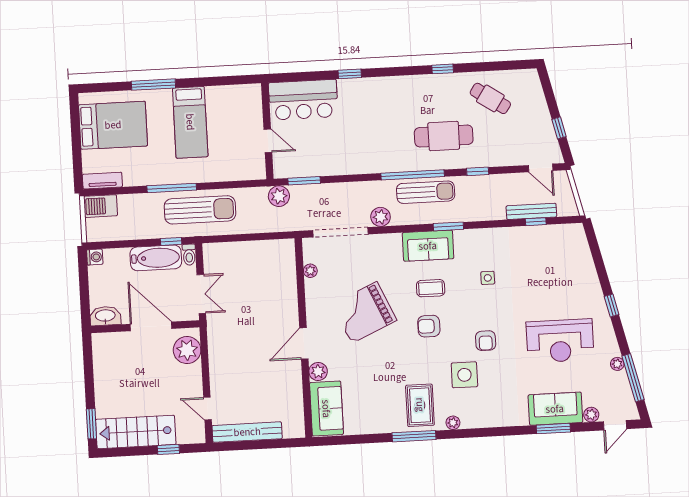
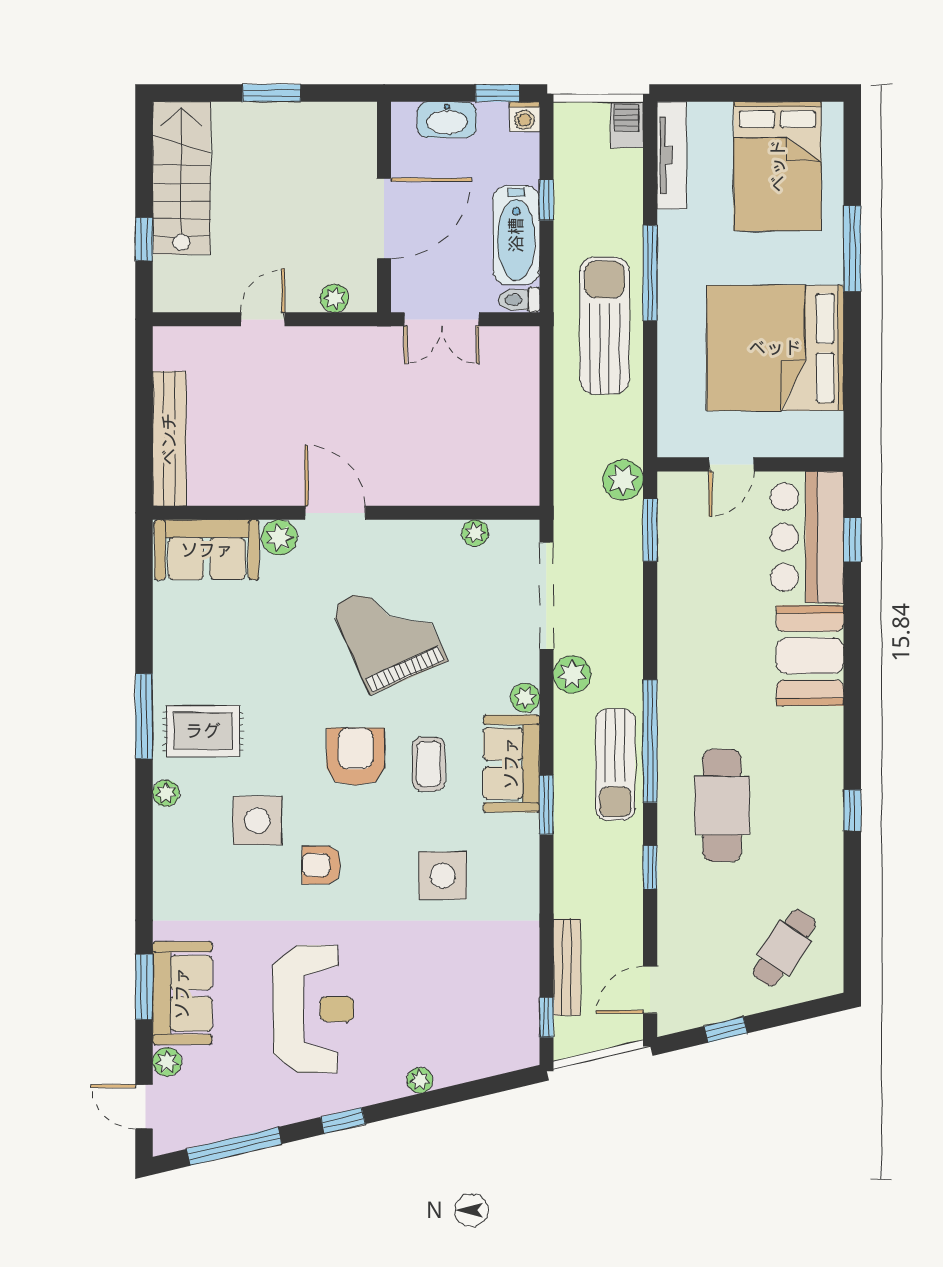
window: (350, 74) -> (852, 540), moved
booth: (364, 95) -> (810, 656), added
cafe table: (490, 98) -> (784, 948), moved
bed: (190, 122) -> (775, 348), width x2.04
tv unit: (102, 181) -> (672, 155), width x1.41
barbecue: (101, 206) -> (627, 125), width x0.73, depth x0.79
sun lounger: (200, 210) -> (605, 326), turned 180
window: (536, 222) -> (546, 1017), moved
plant: (394, 240) -> (525, 698), added
window: (171, 241) -> (546, 200), moved
window: (83, 272) -> (497, 93), added
side table: (488, 278) -> (443, 876), width x1.87, depth x1.87
window: (612, 305) -> (343, 1121), moved
washbasin: (105, 316) -> (447, 120), moved, turned 90
armchair: (429, 326) -> (355, 757), width x1.38, depth x1.38
reception desk: (560, 341) -> (313, 1009), turned 180
plant: (187, 350) -> (335, 298), width x0.53, depth x0.53
plant: (617, 364) -> (420, 1080), moved
door: (207, 409) -> (263, 319), moved
window: (91, 424) -> (272, 93), moved
bench: (247, 432) -> (169, 439), moved

